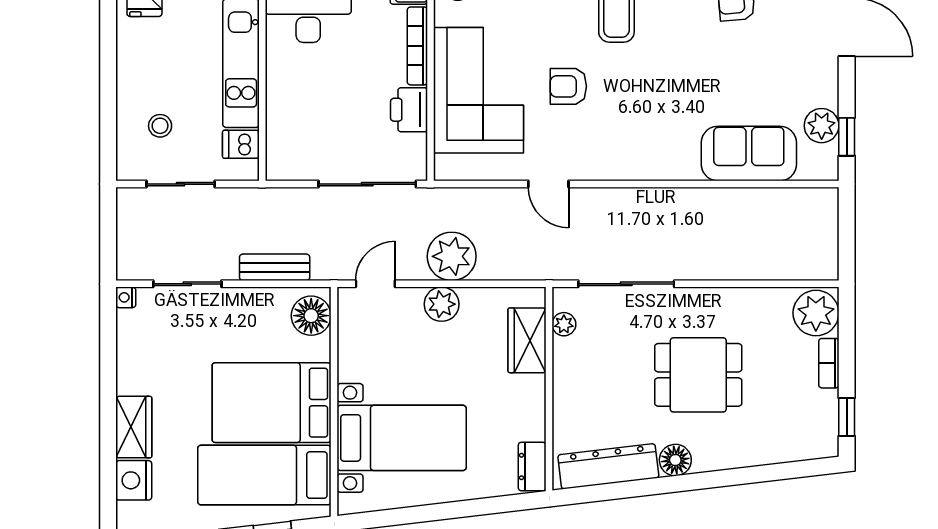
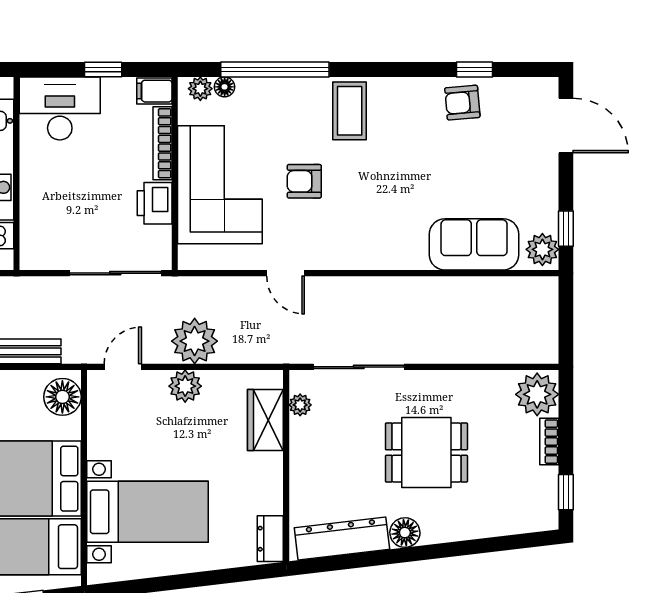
plant: (822, 126) -> (542, 249), moved

